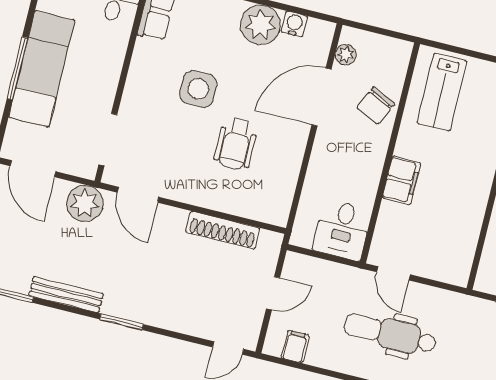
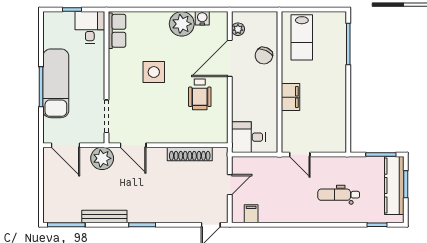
wheelchair: (236, 144) -> (200, 94), moved
desk: (342, 230) -> (248, 137), moved, turned 90
dental chair: (390, 334) -> (339, 195), moved, width x0.73, depth x0.72

